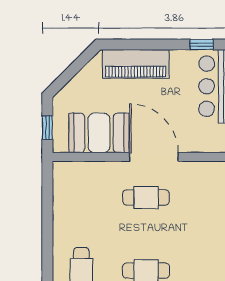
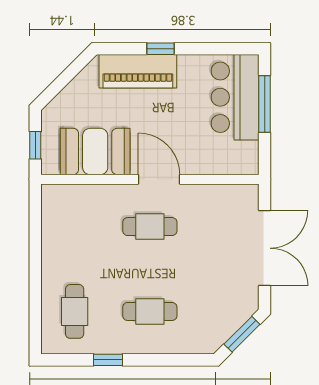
window: (202, 45) -> (161, 49), moved
door: (154, 157) -> (159, 179), width x0.73

